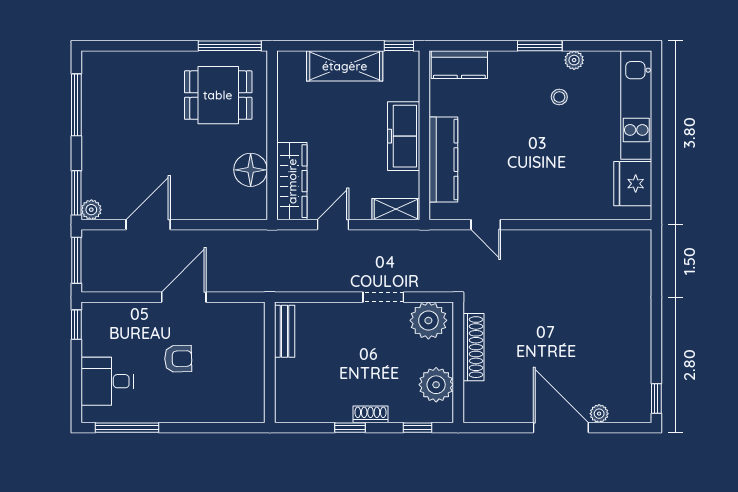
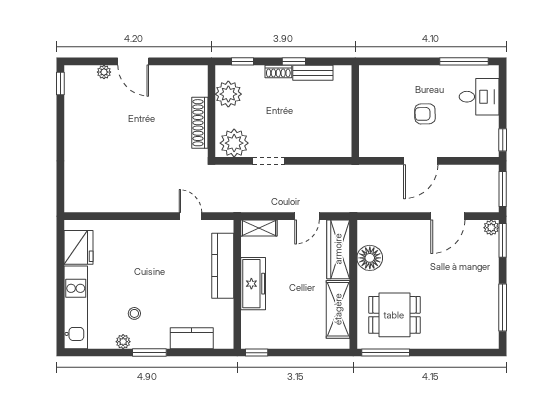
kitchen counter: (459, 65) -> (192, 338), moved
shelving: (345, 66) -> (338, 309), moved, turned 90
bench: (285, 331) -> (313, 73), moved, turned 90
door: (561, 428) -> (133, 61), width x0.73

